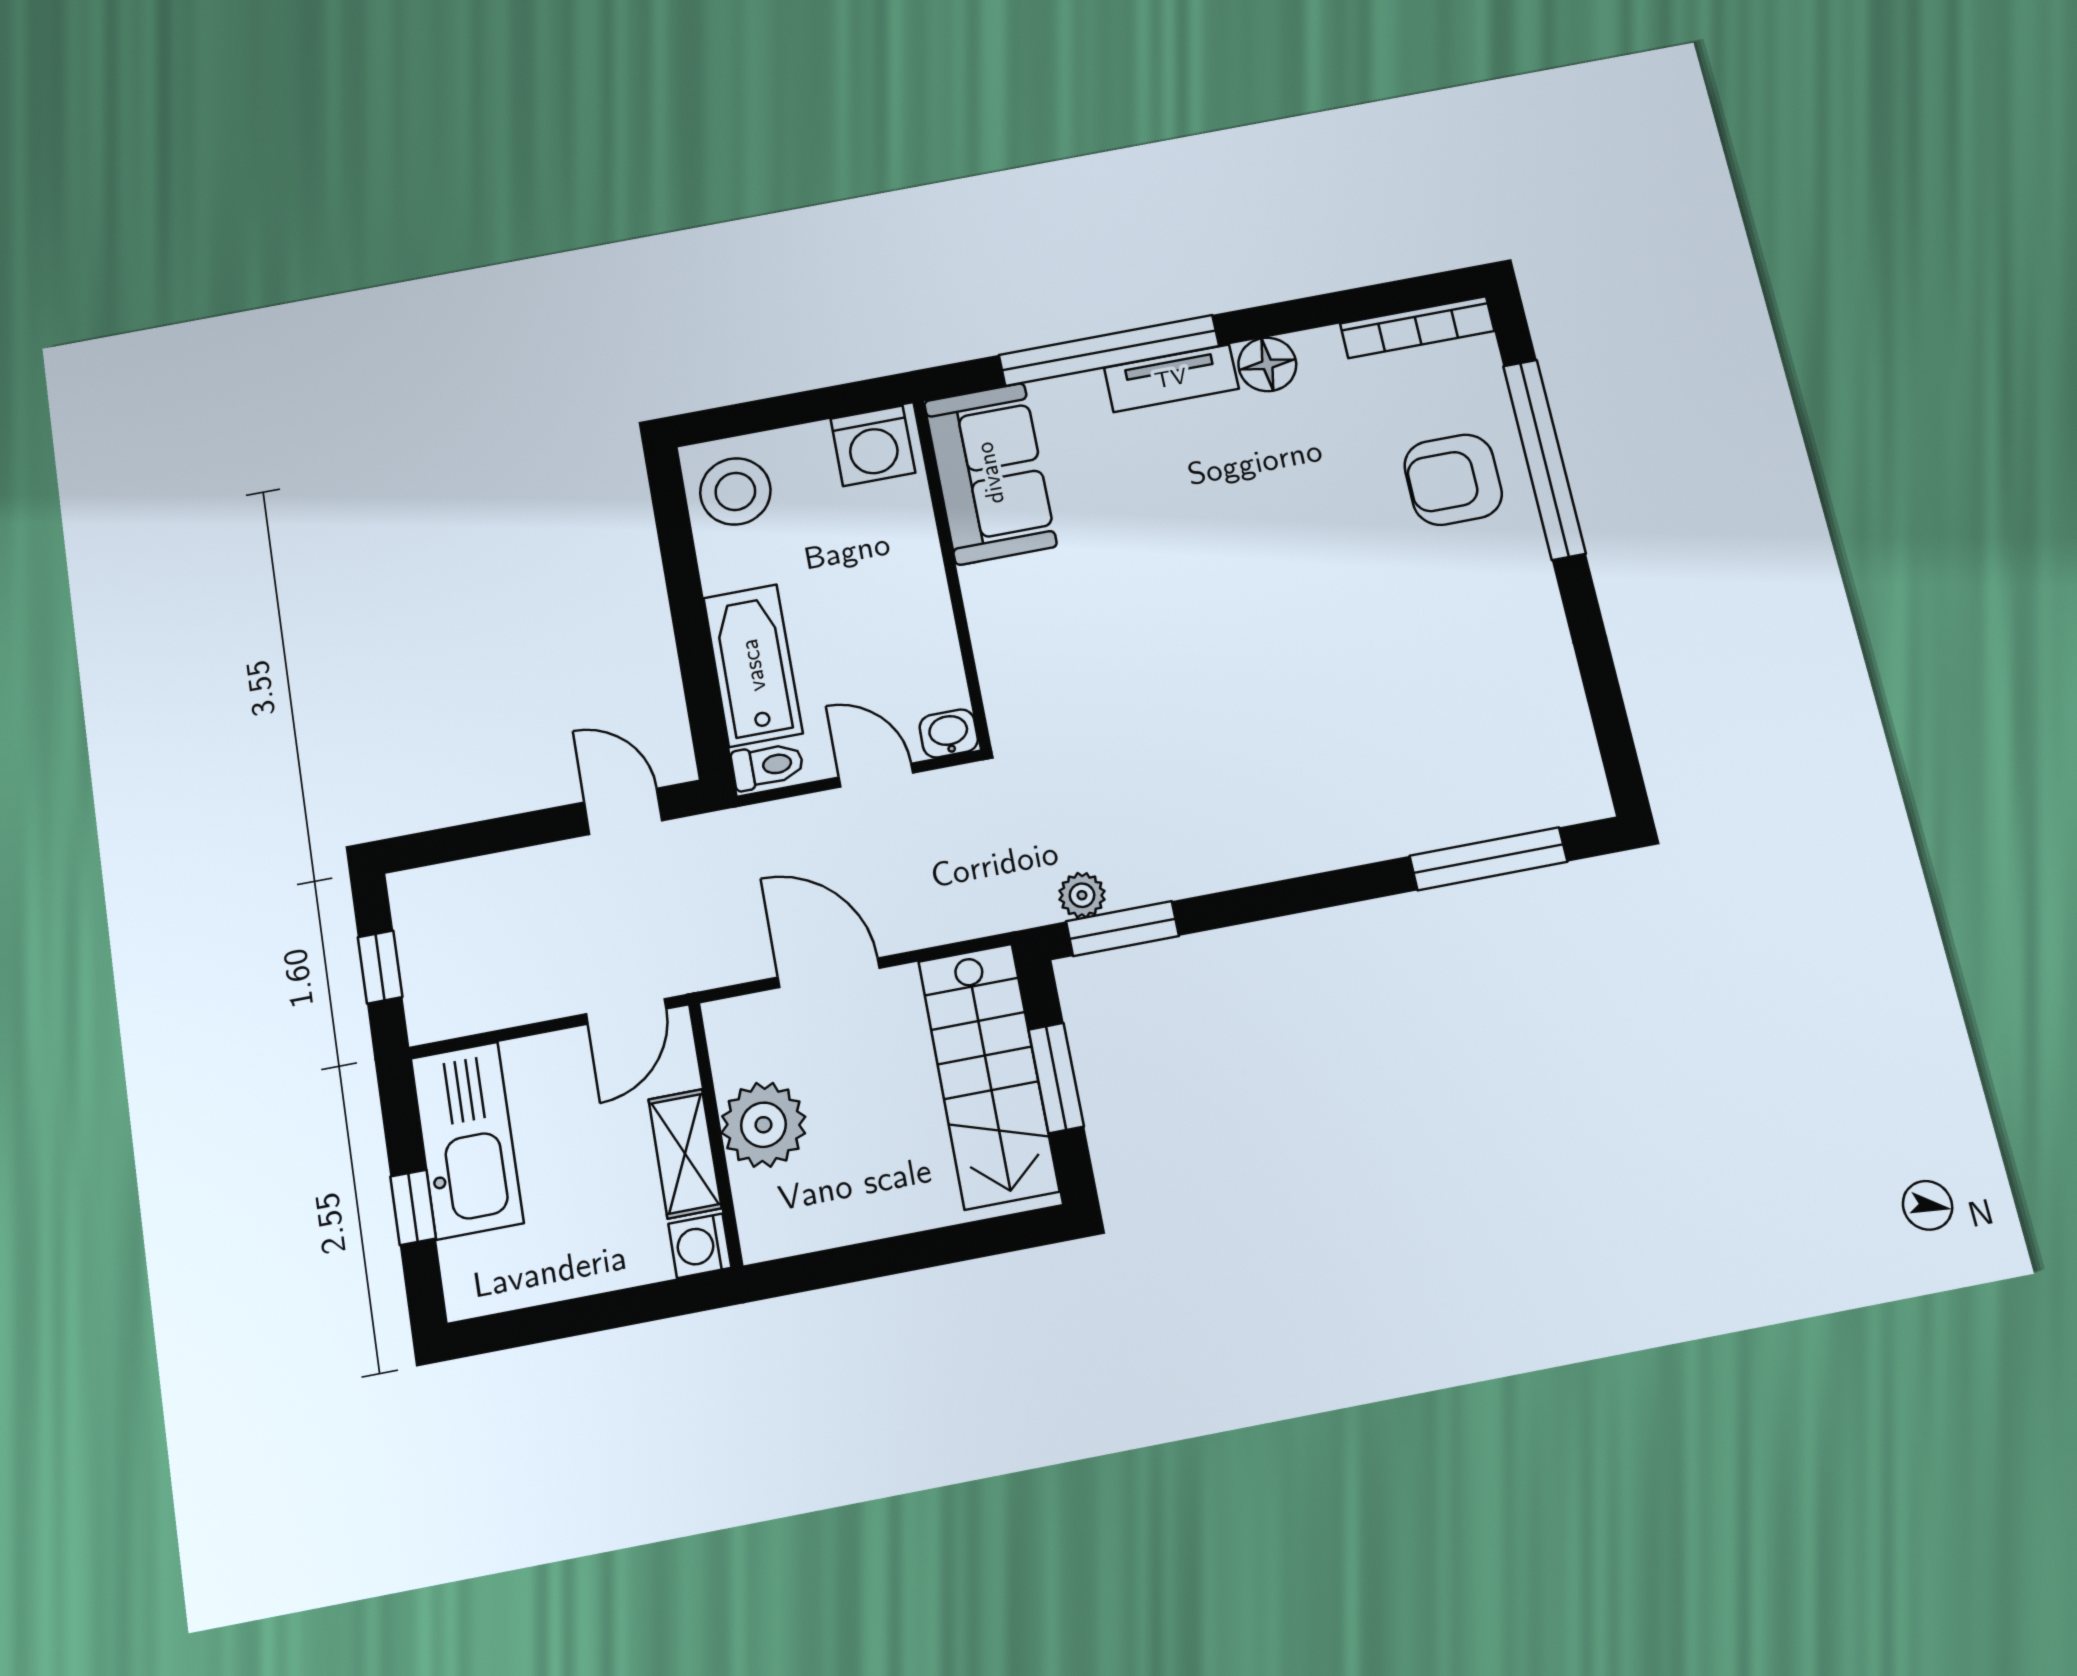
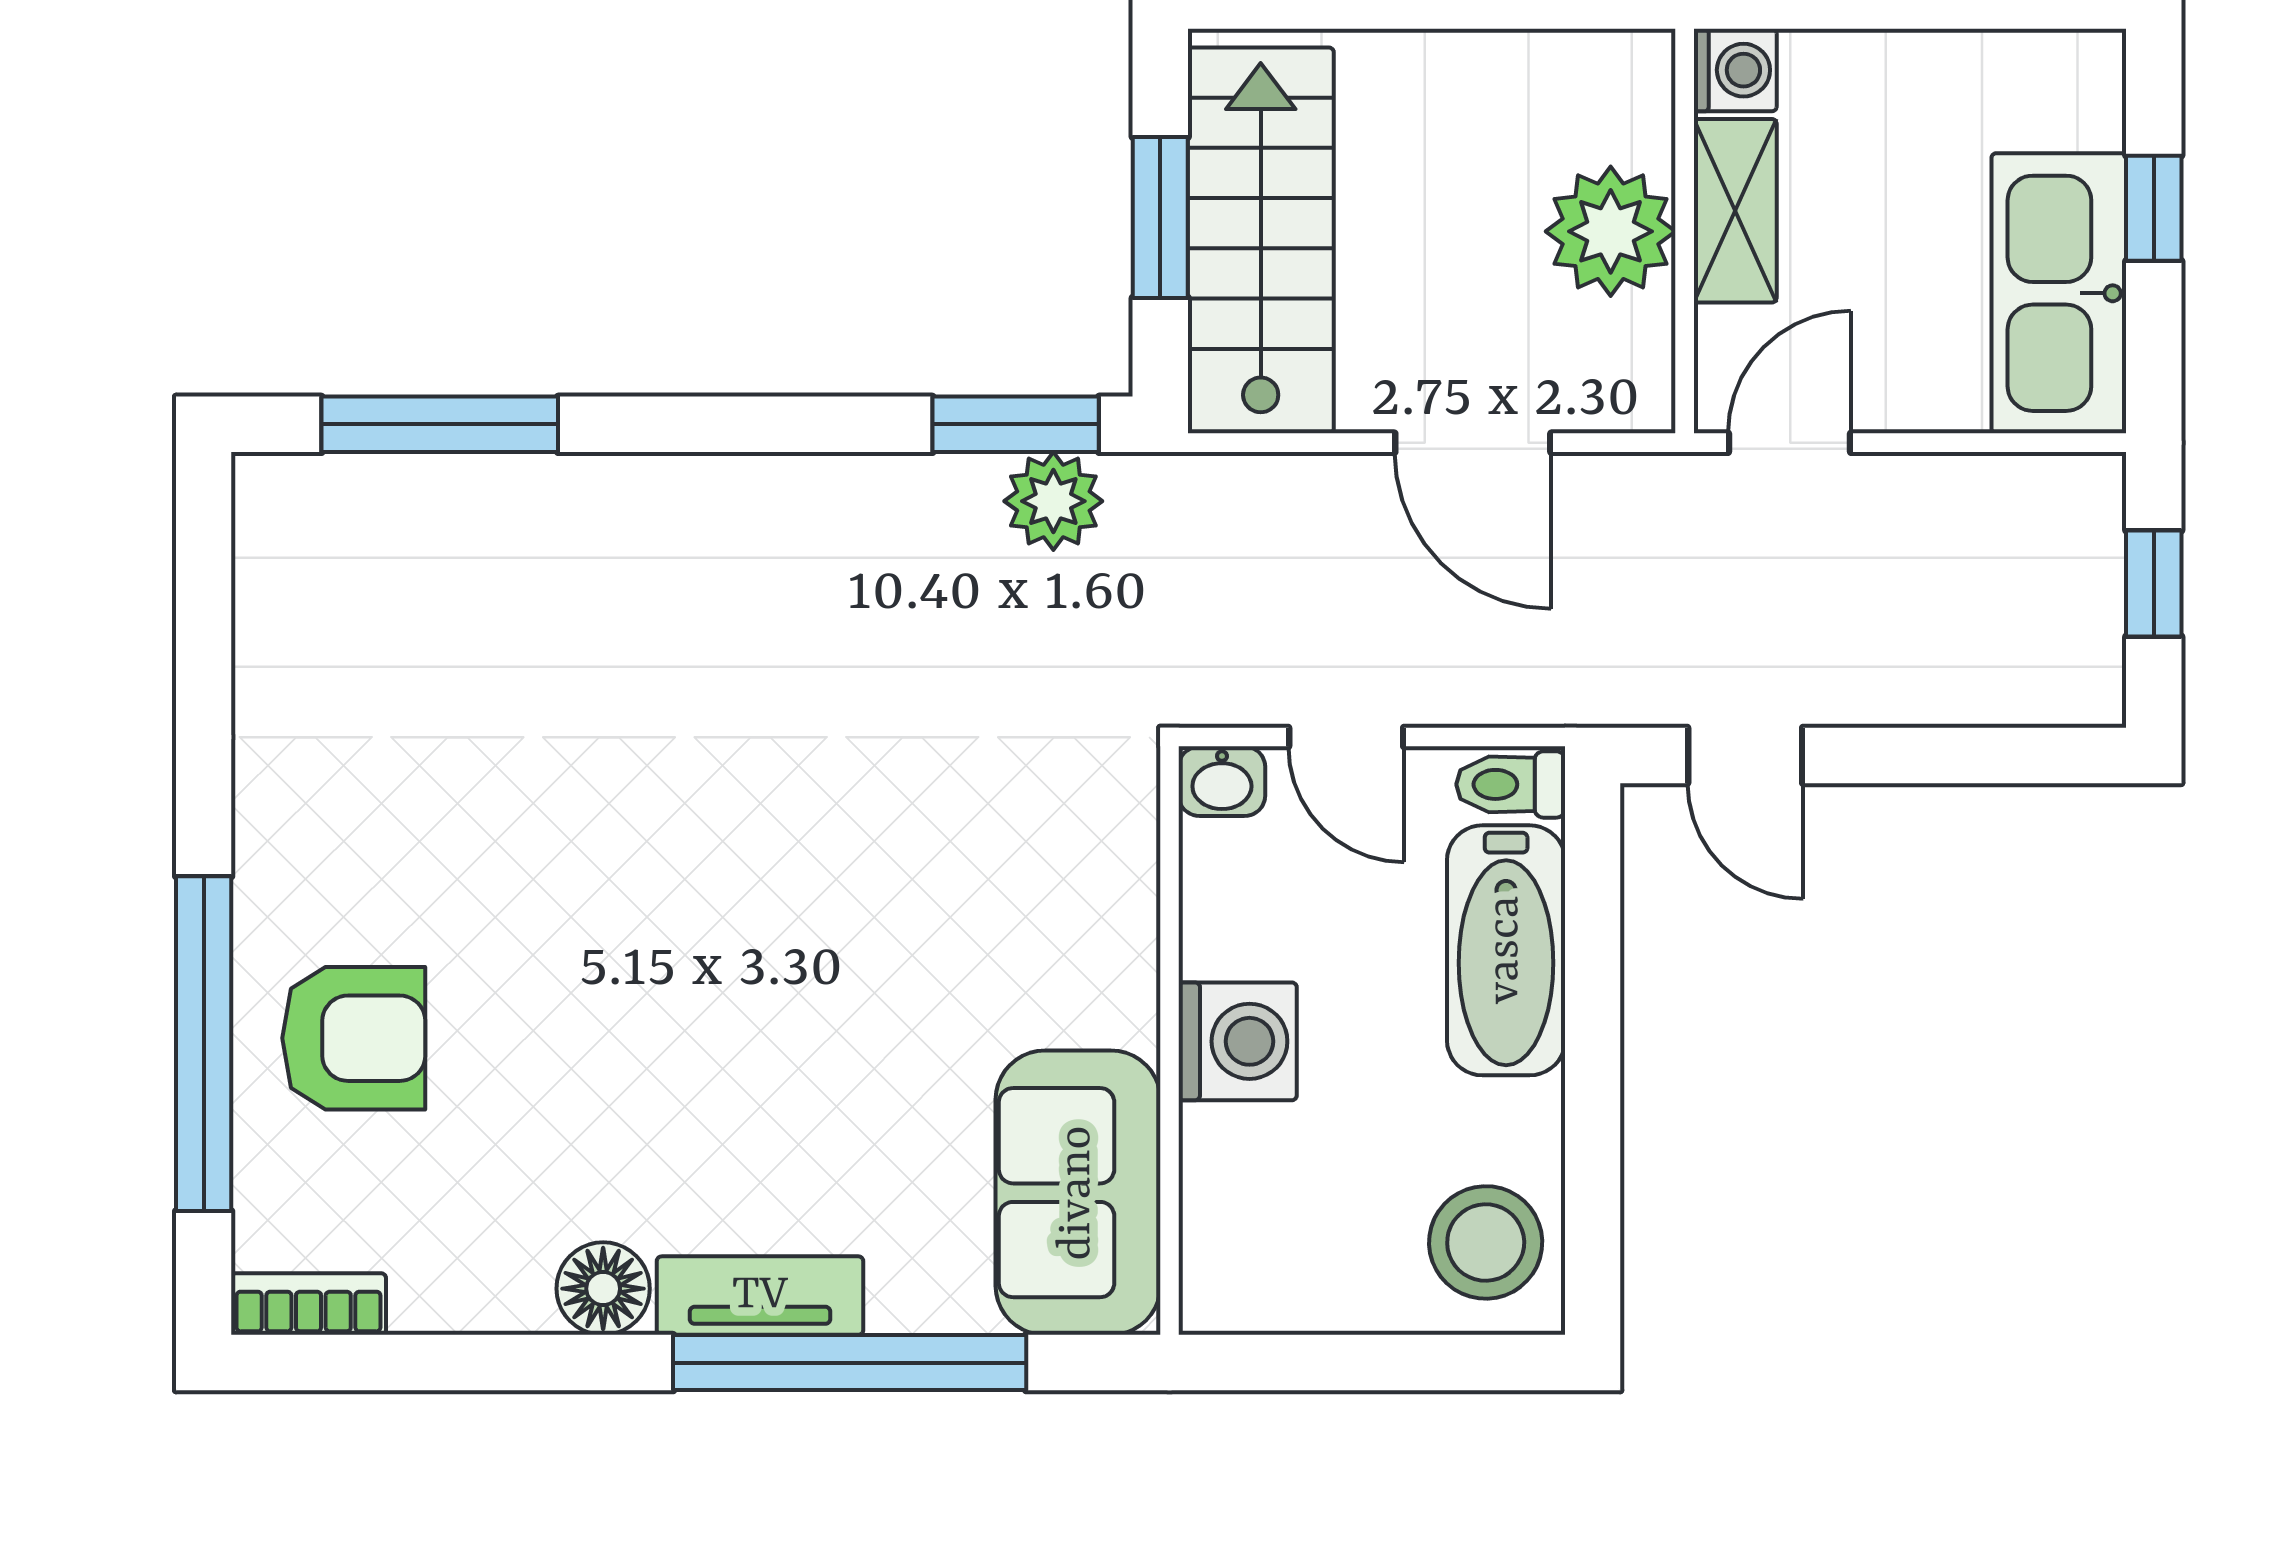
bookcase: (1417, 327) -> (309, 1304), width x0.64
washing machine: (873, 446) -> (1238, 1041), moved, turned 90
plant: (1082, 895) -> (1053, 501), width x1.38, depth x1.38

